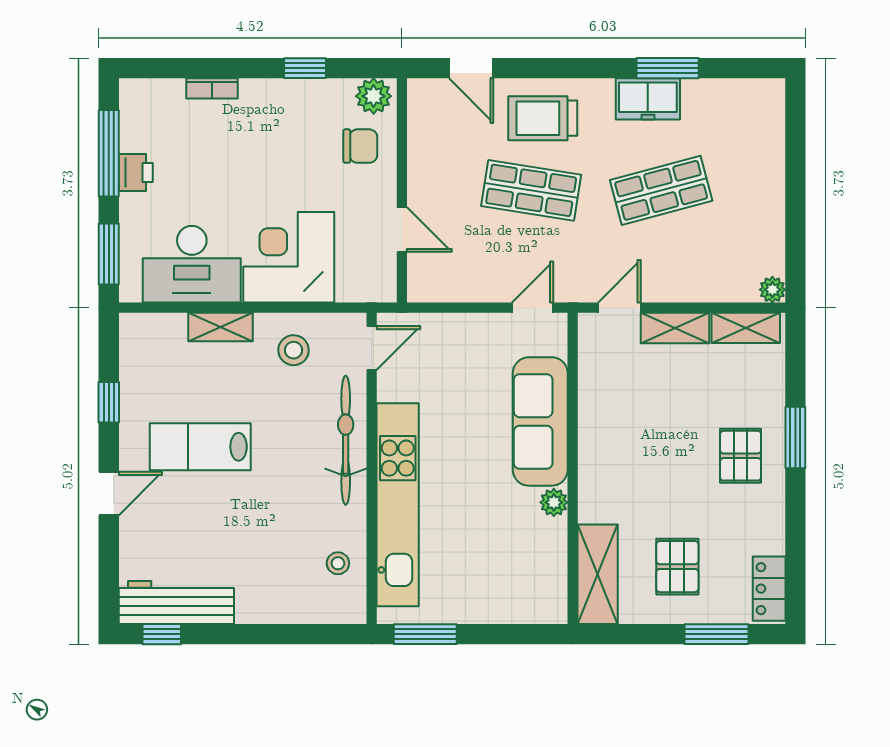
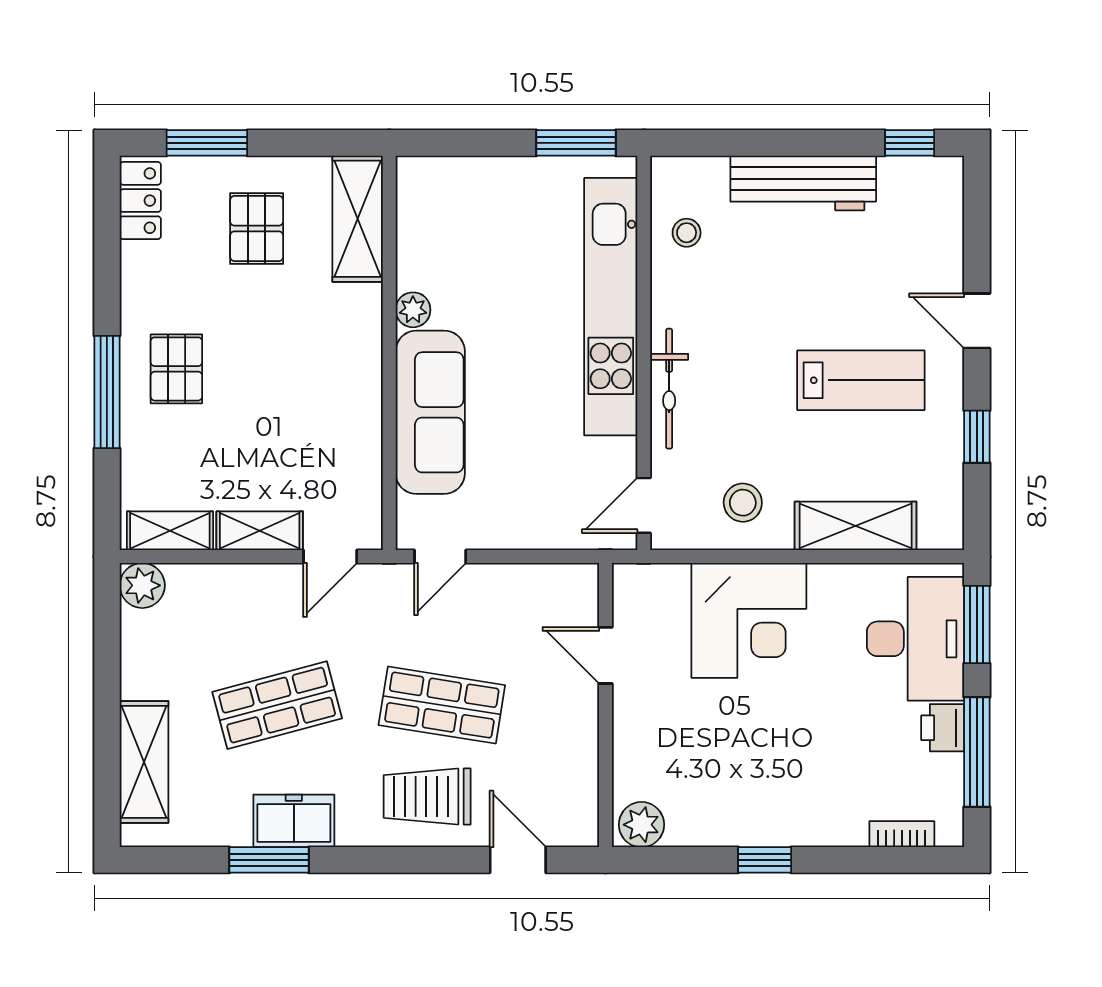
window: (305, 68) -> (765, 860), moved
bookcase: (212, 88) -> (902, 834), moved
trolley: (543, 118) -> (427, 796), turned 180
shelving: (766, 145) -> (144, 762), added
chair: (360, 146) -> (658, 761), removed
desk: (192, 264) -> (915, 639), moved, turned 90
plant: (772, 290) -> (142, 585), width x1.38, depth x1.38
shelving: (221, 327) -> (856, 526), width x1.50, depth x1.33
window: (795, 437) -> (107, 392), width x1.44
bicycle: (346, 440) -> (669, 389), width x0.73, depth x0.71
door: (109, 494) -> (977, 321), hinge flipped
workbench: (176, 602) -> (803, 183), moved

